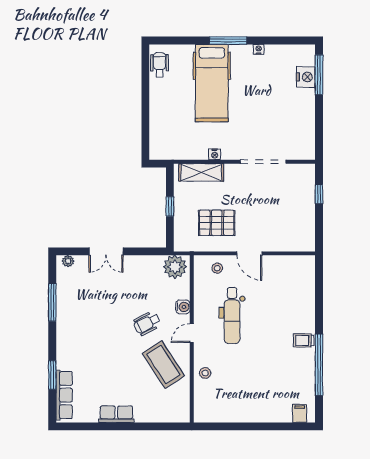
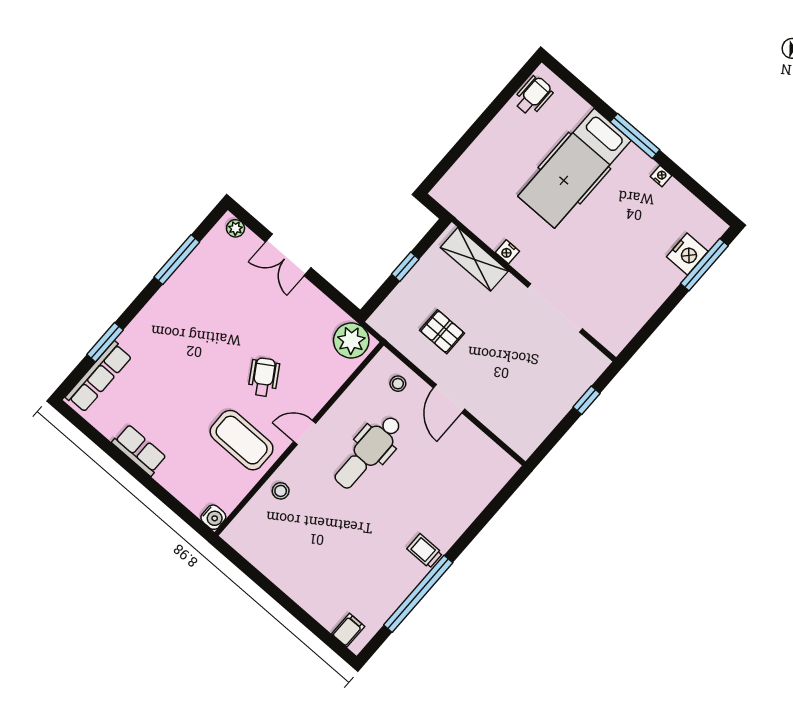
pallet: (217, 223) -> (442, 332), width x0.67, depth x0.71
water cooler: (183, 307) -> (213, 517), moved
wheelchair: (147, 323) -> (264, 377), turned 85
coffee table: (163, 365) -> (242, 440), turned -57

